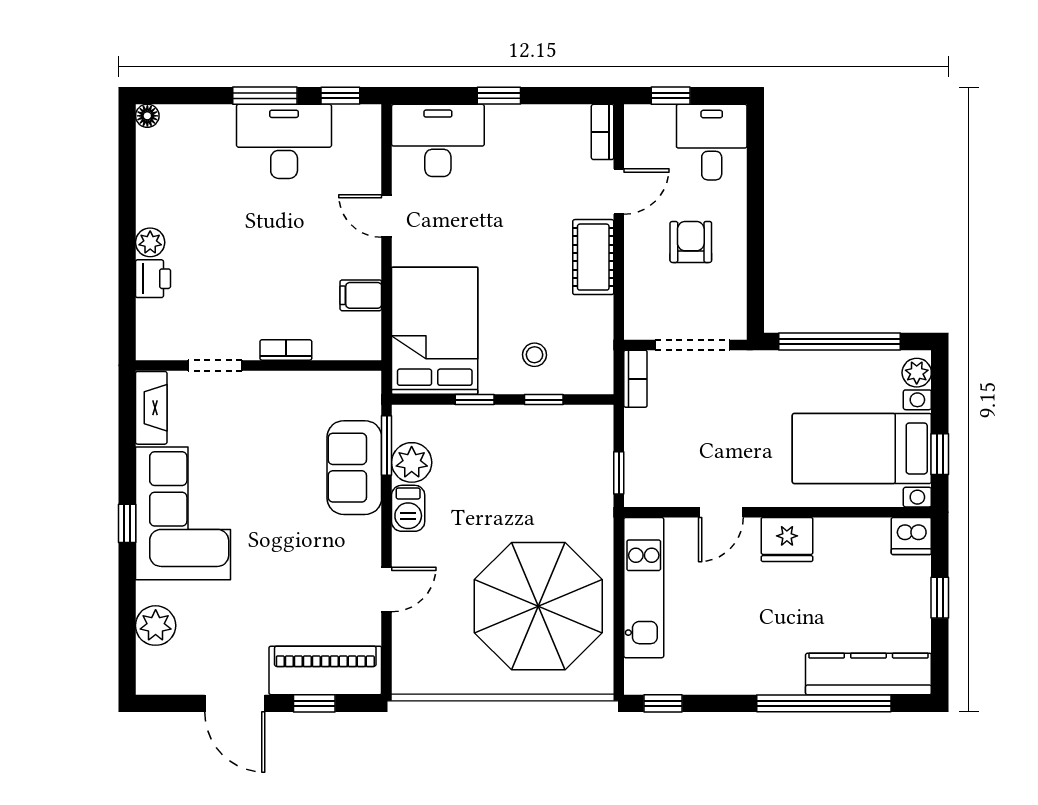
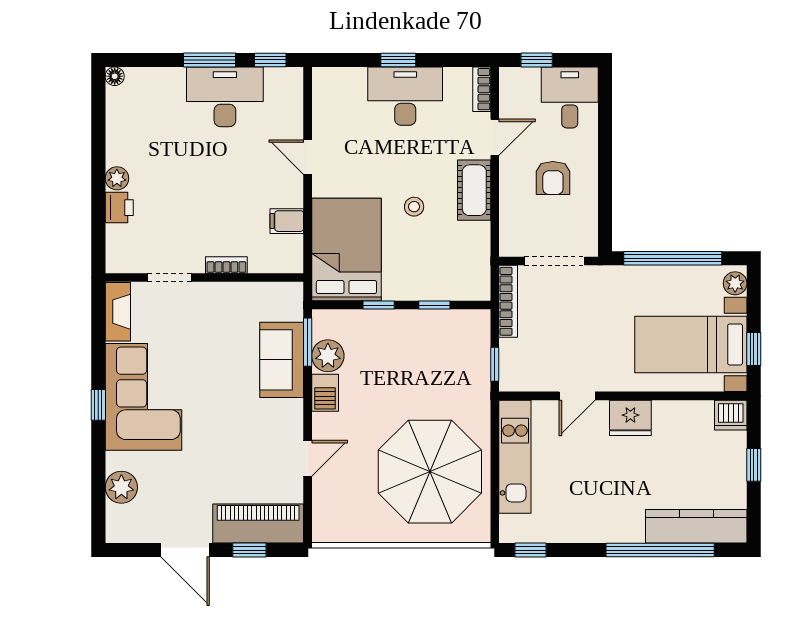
desk: (438, 140) -> (405, 96), moved
armchair: (691, 242) -> (553, 178), turned 180
stool: (534, 355) -> (414, 207), moved
bookcase: (635, 379) -> (508, 301), width x1.56

